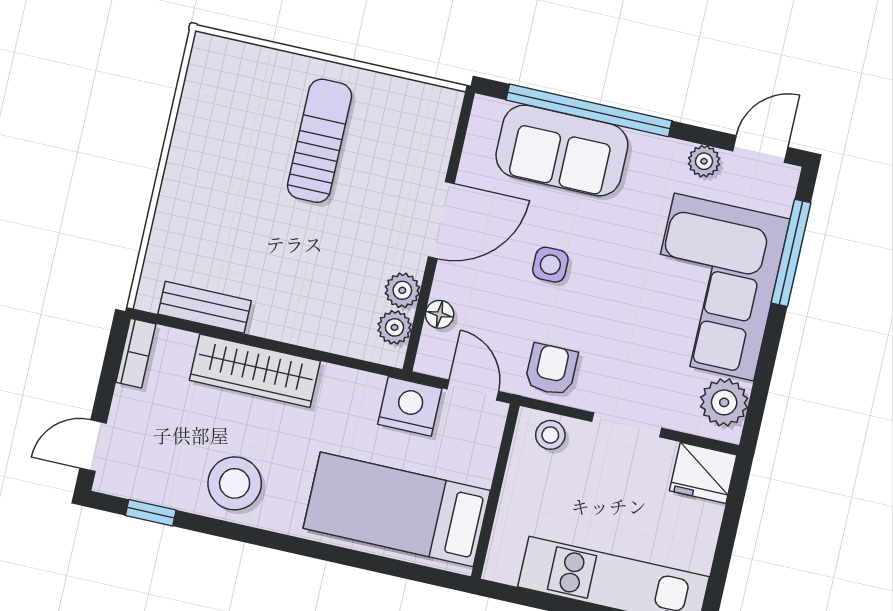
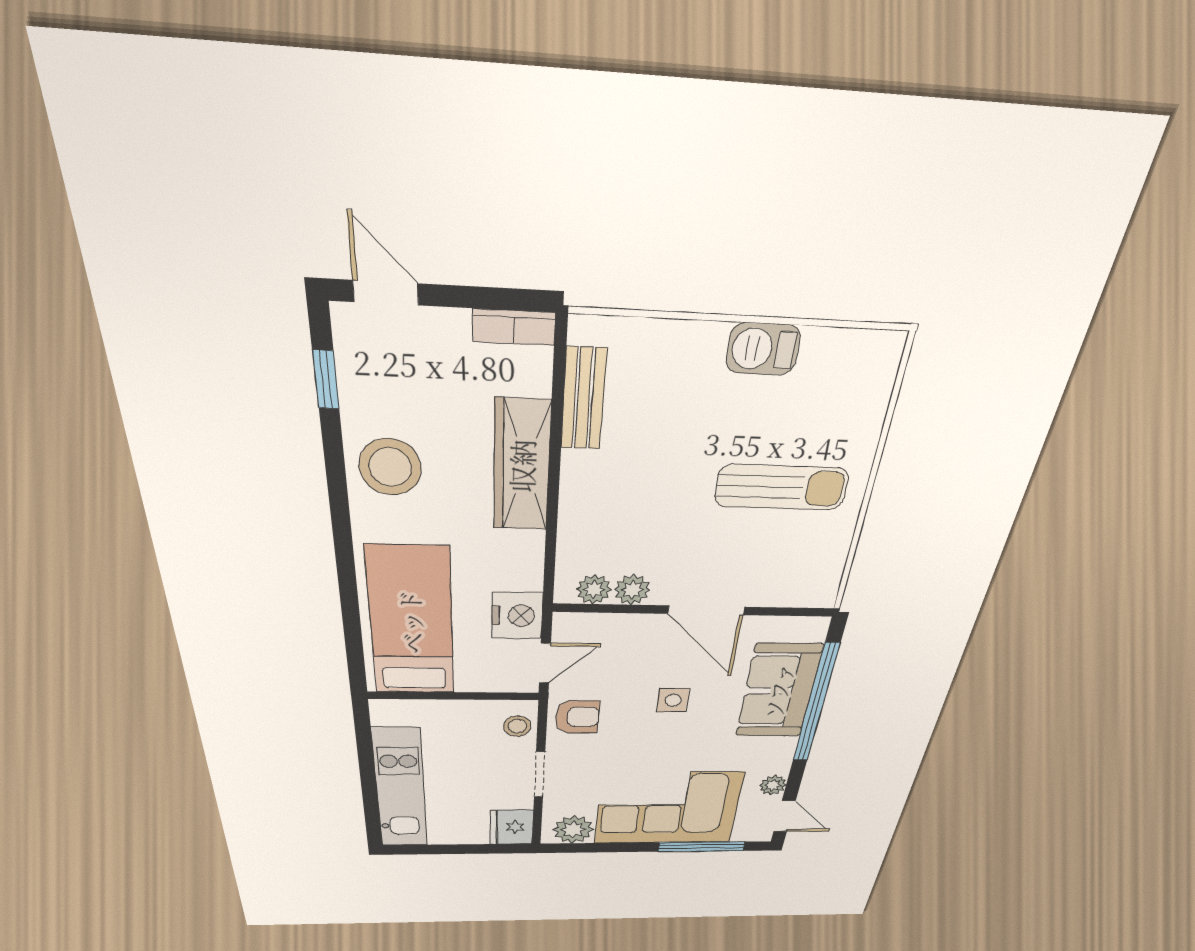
barbecue: (189, 153) -> (763, 349), added
floor lamp: (440, 314) -> (613, 625), removed

